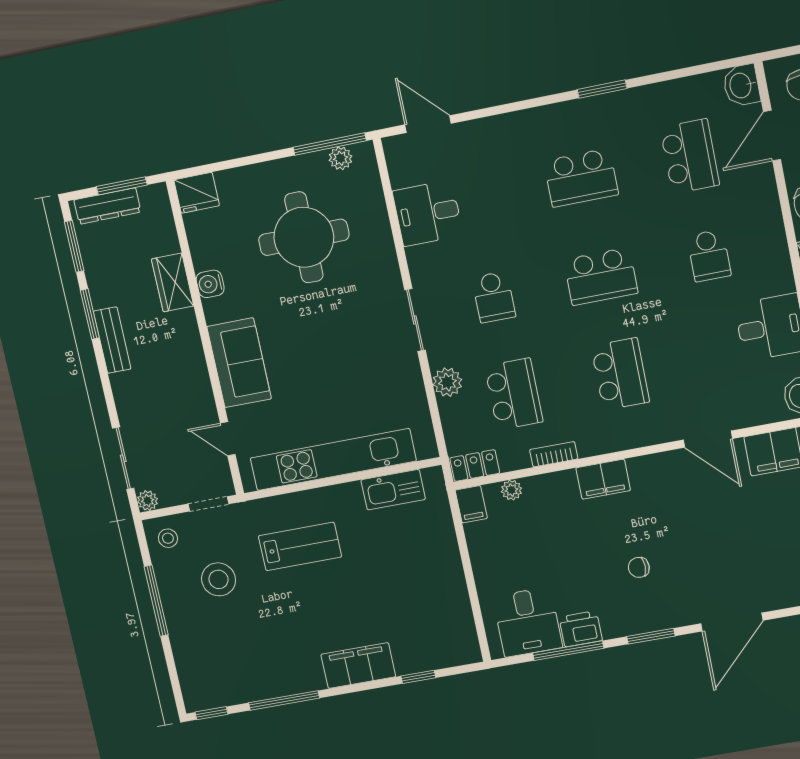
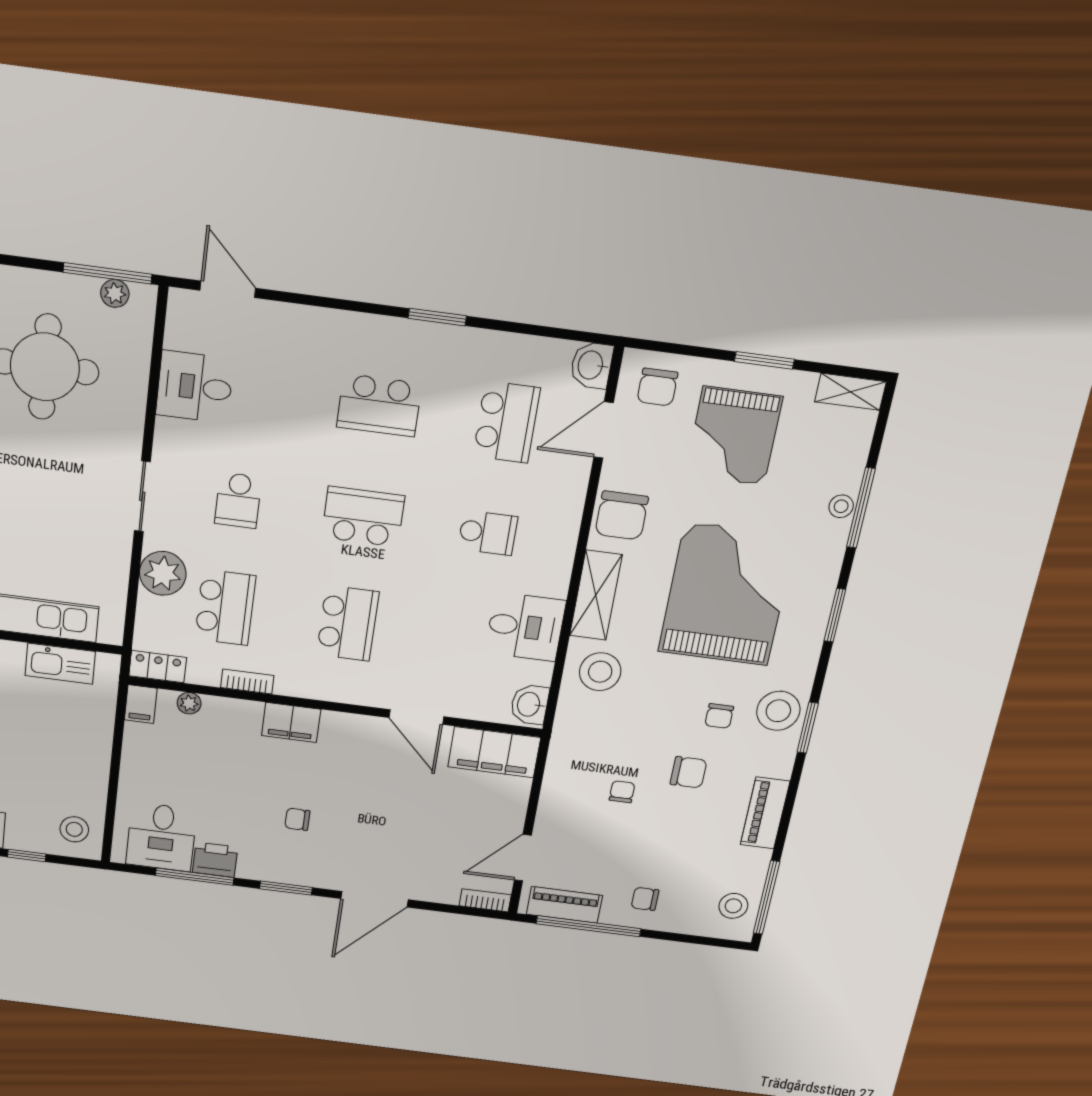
school desk: (709, 256) -> (488, 533), turned -90
school desk: (601, 276) -> (363, 517), turned 180
plant: (447, 382) -> (163, 573), width x1.36, depth x1.36
stool: (451, 639) -> (74, 829), added

